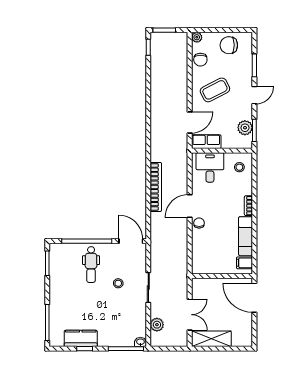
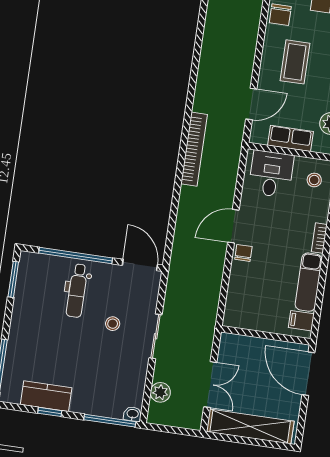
coffee table: (215, 90) -> (295, 62), turned -63
row of seats: (206, 142) -> (290, 138), moved
bookcase: (156, 187) -> (194, 149), moved
shelving: (211, 339) -> (250, 426), width x1.47

